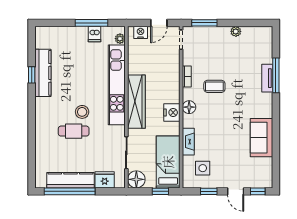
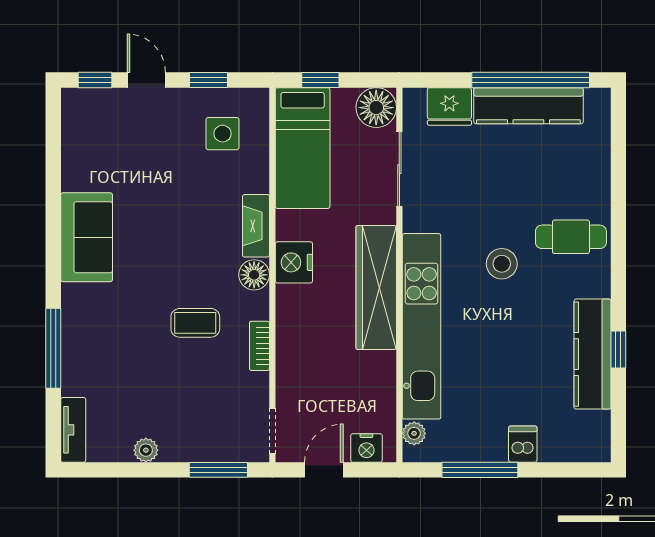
dishwasher: (95, 34) -> (523, 444), moved
tv unit: (267, 78) -> (73, 430), moved
cafe table: (74, 131) -> (571, 237), moved
sofa: (261, 138) -> (87, 237), moved
fireplace: (188, 142) -> (256, 226), moved

